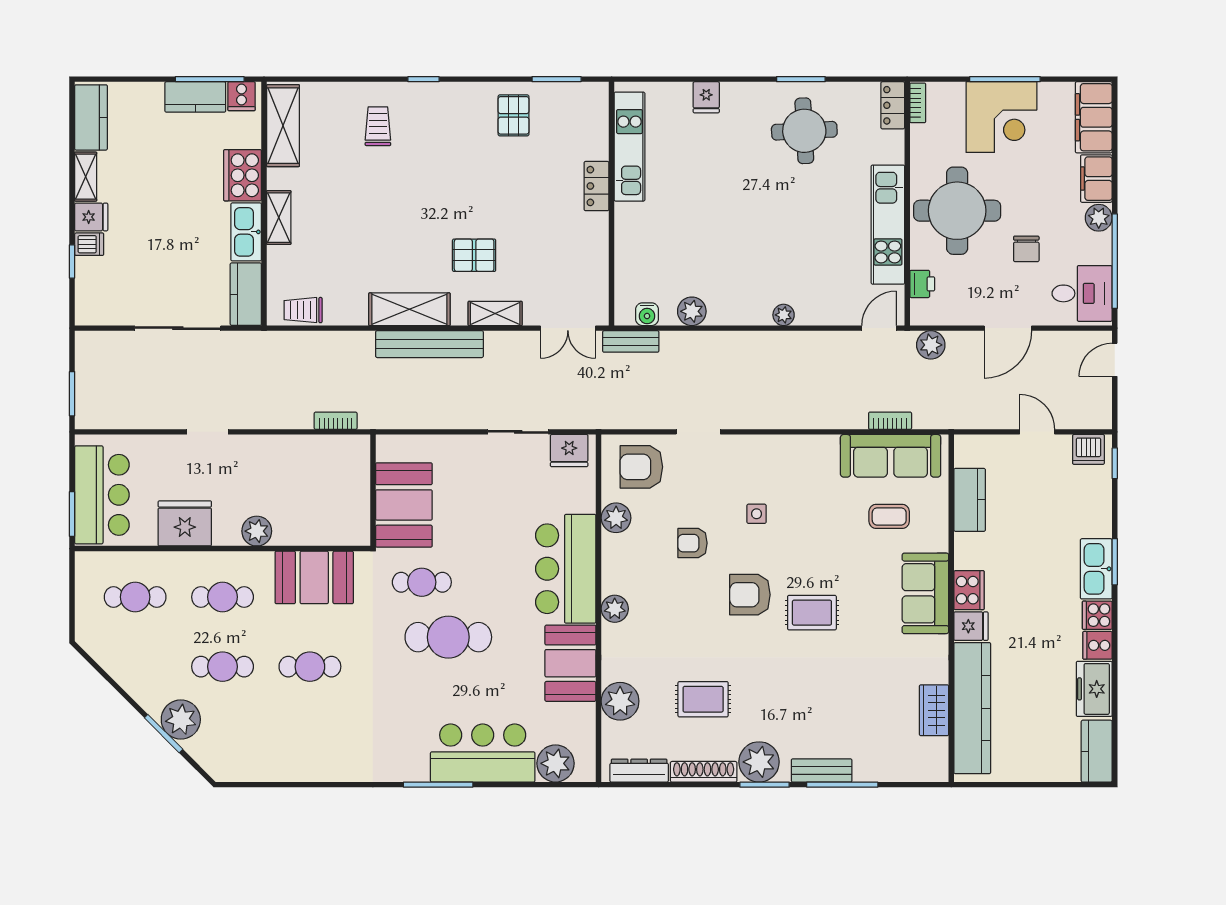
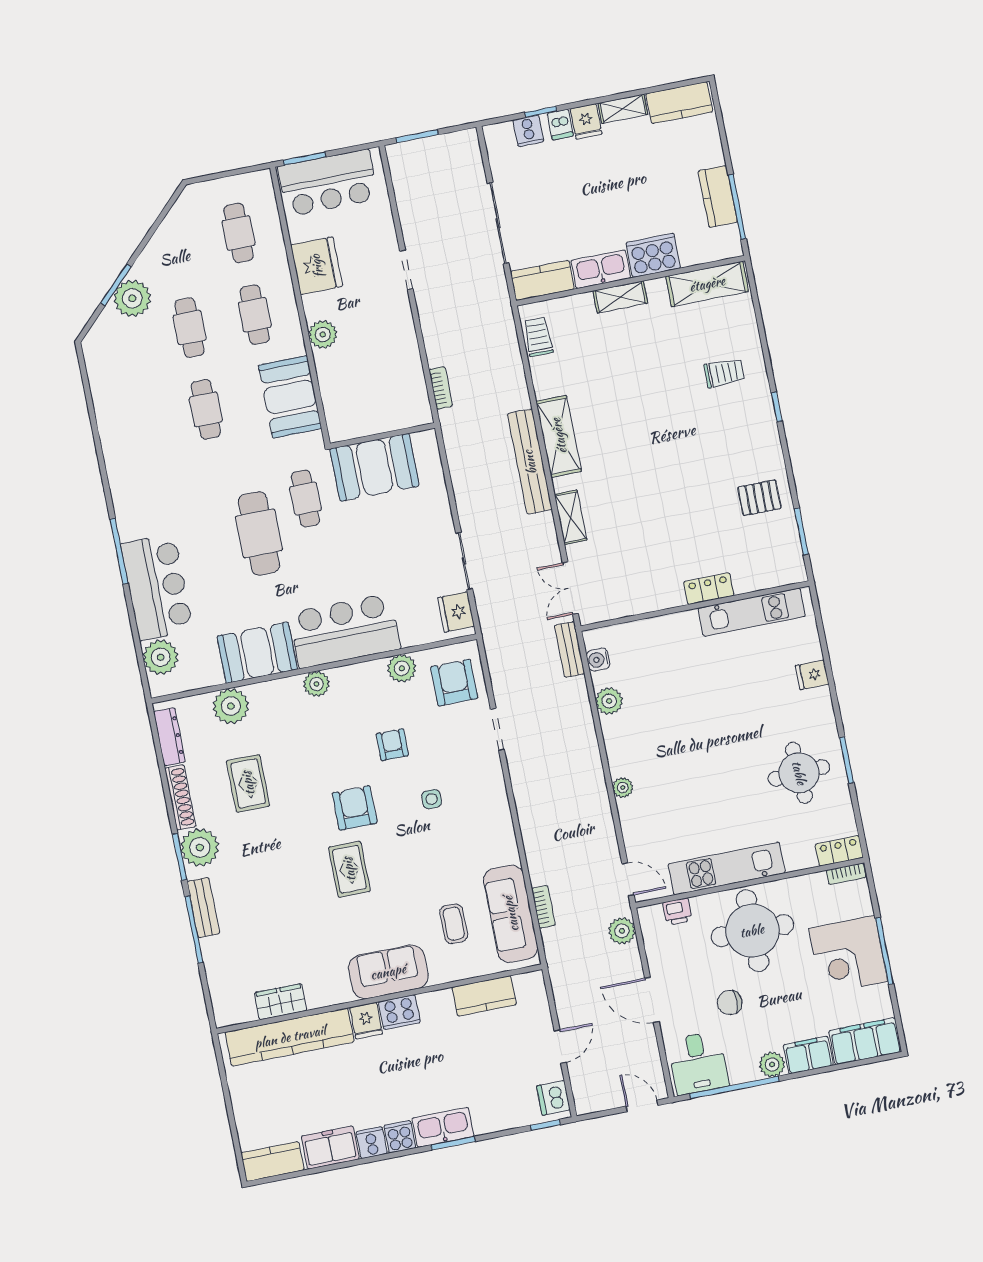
cooker: (242, 96) -> (528, 131), moved, turned -90
pallet: (474, 255) -> (621, 487), removed

